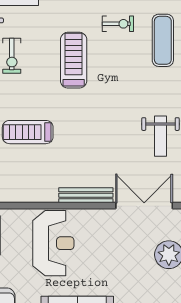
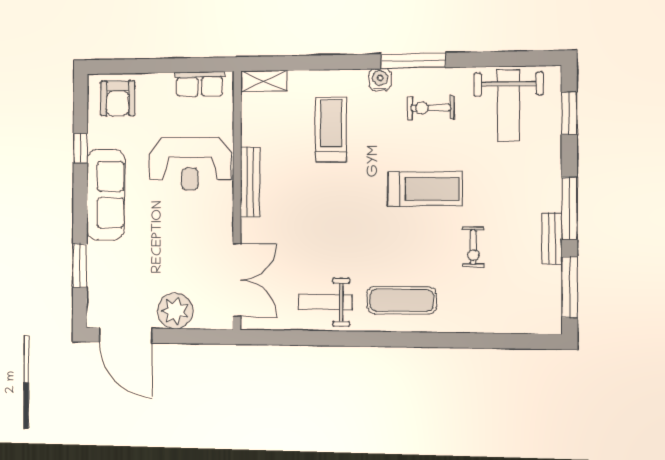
exercise mat: (163, 40) -> (401, 300), moved
bench: (86, 195) -> (250, 182), moved

